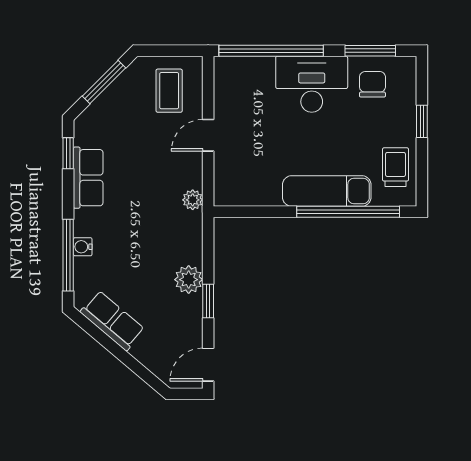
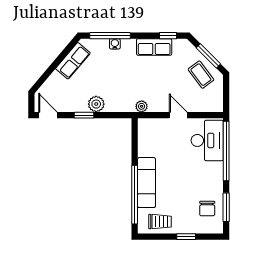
desk: (312, 84) -> (207, 140), moved
chair: (372, 84) -> (207, 208), turned 90
coffee table: (169, 91) -> (201, 75), moved, turned 53

